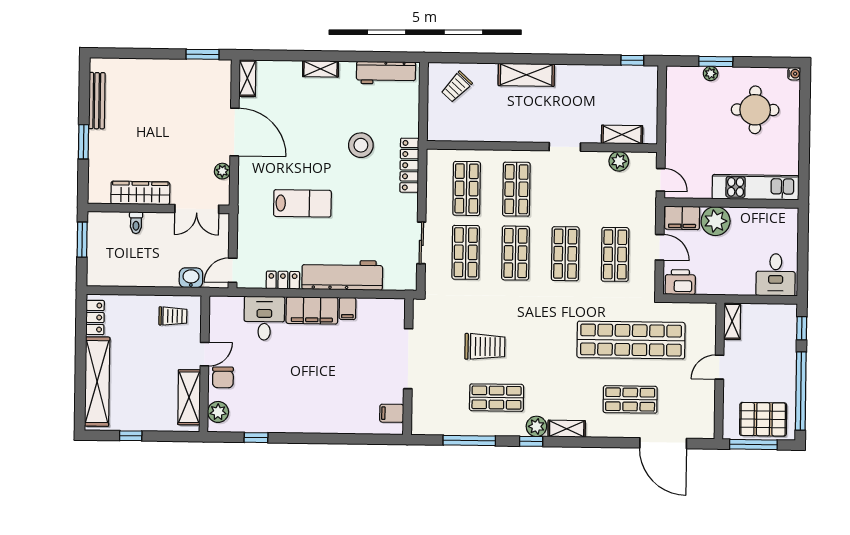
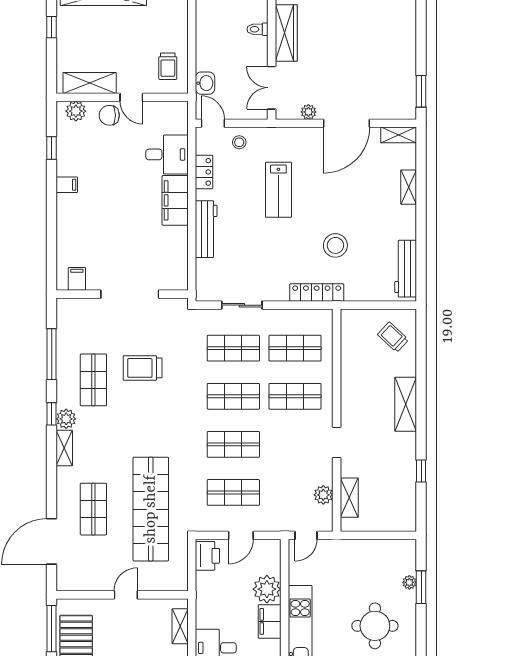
window: (632, 60) -> (421, 471), moved
shelving: (320, 69) -> (409, 187), moved
filing cabinet: (682, 218) -> (270, 621), moved
stool: (253, 243) -> (239, 142), added
workbench: (342, 275) -> (206, 229), width x0.73, depth x0.76
filing cabinet: (347, 309) -> (67, 185), moved, turned 180
shelving: (732, 321) -> (180, 626), moved, turned 90
trolley: (485, 347) -> (143, 368), turned 90
door: (719, 367) -> (126, 595), hinge flipped

